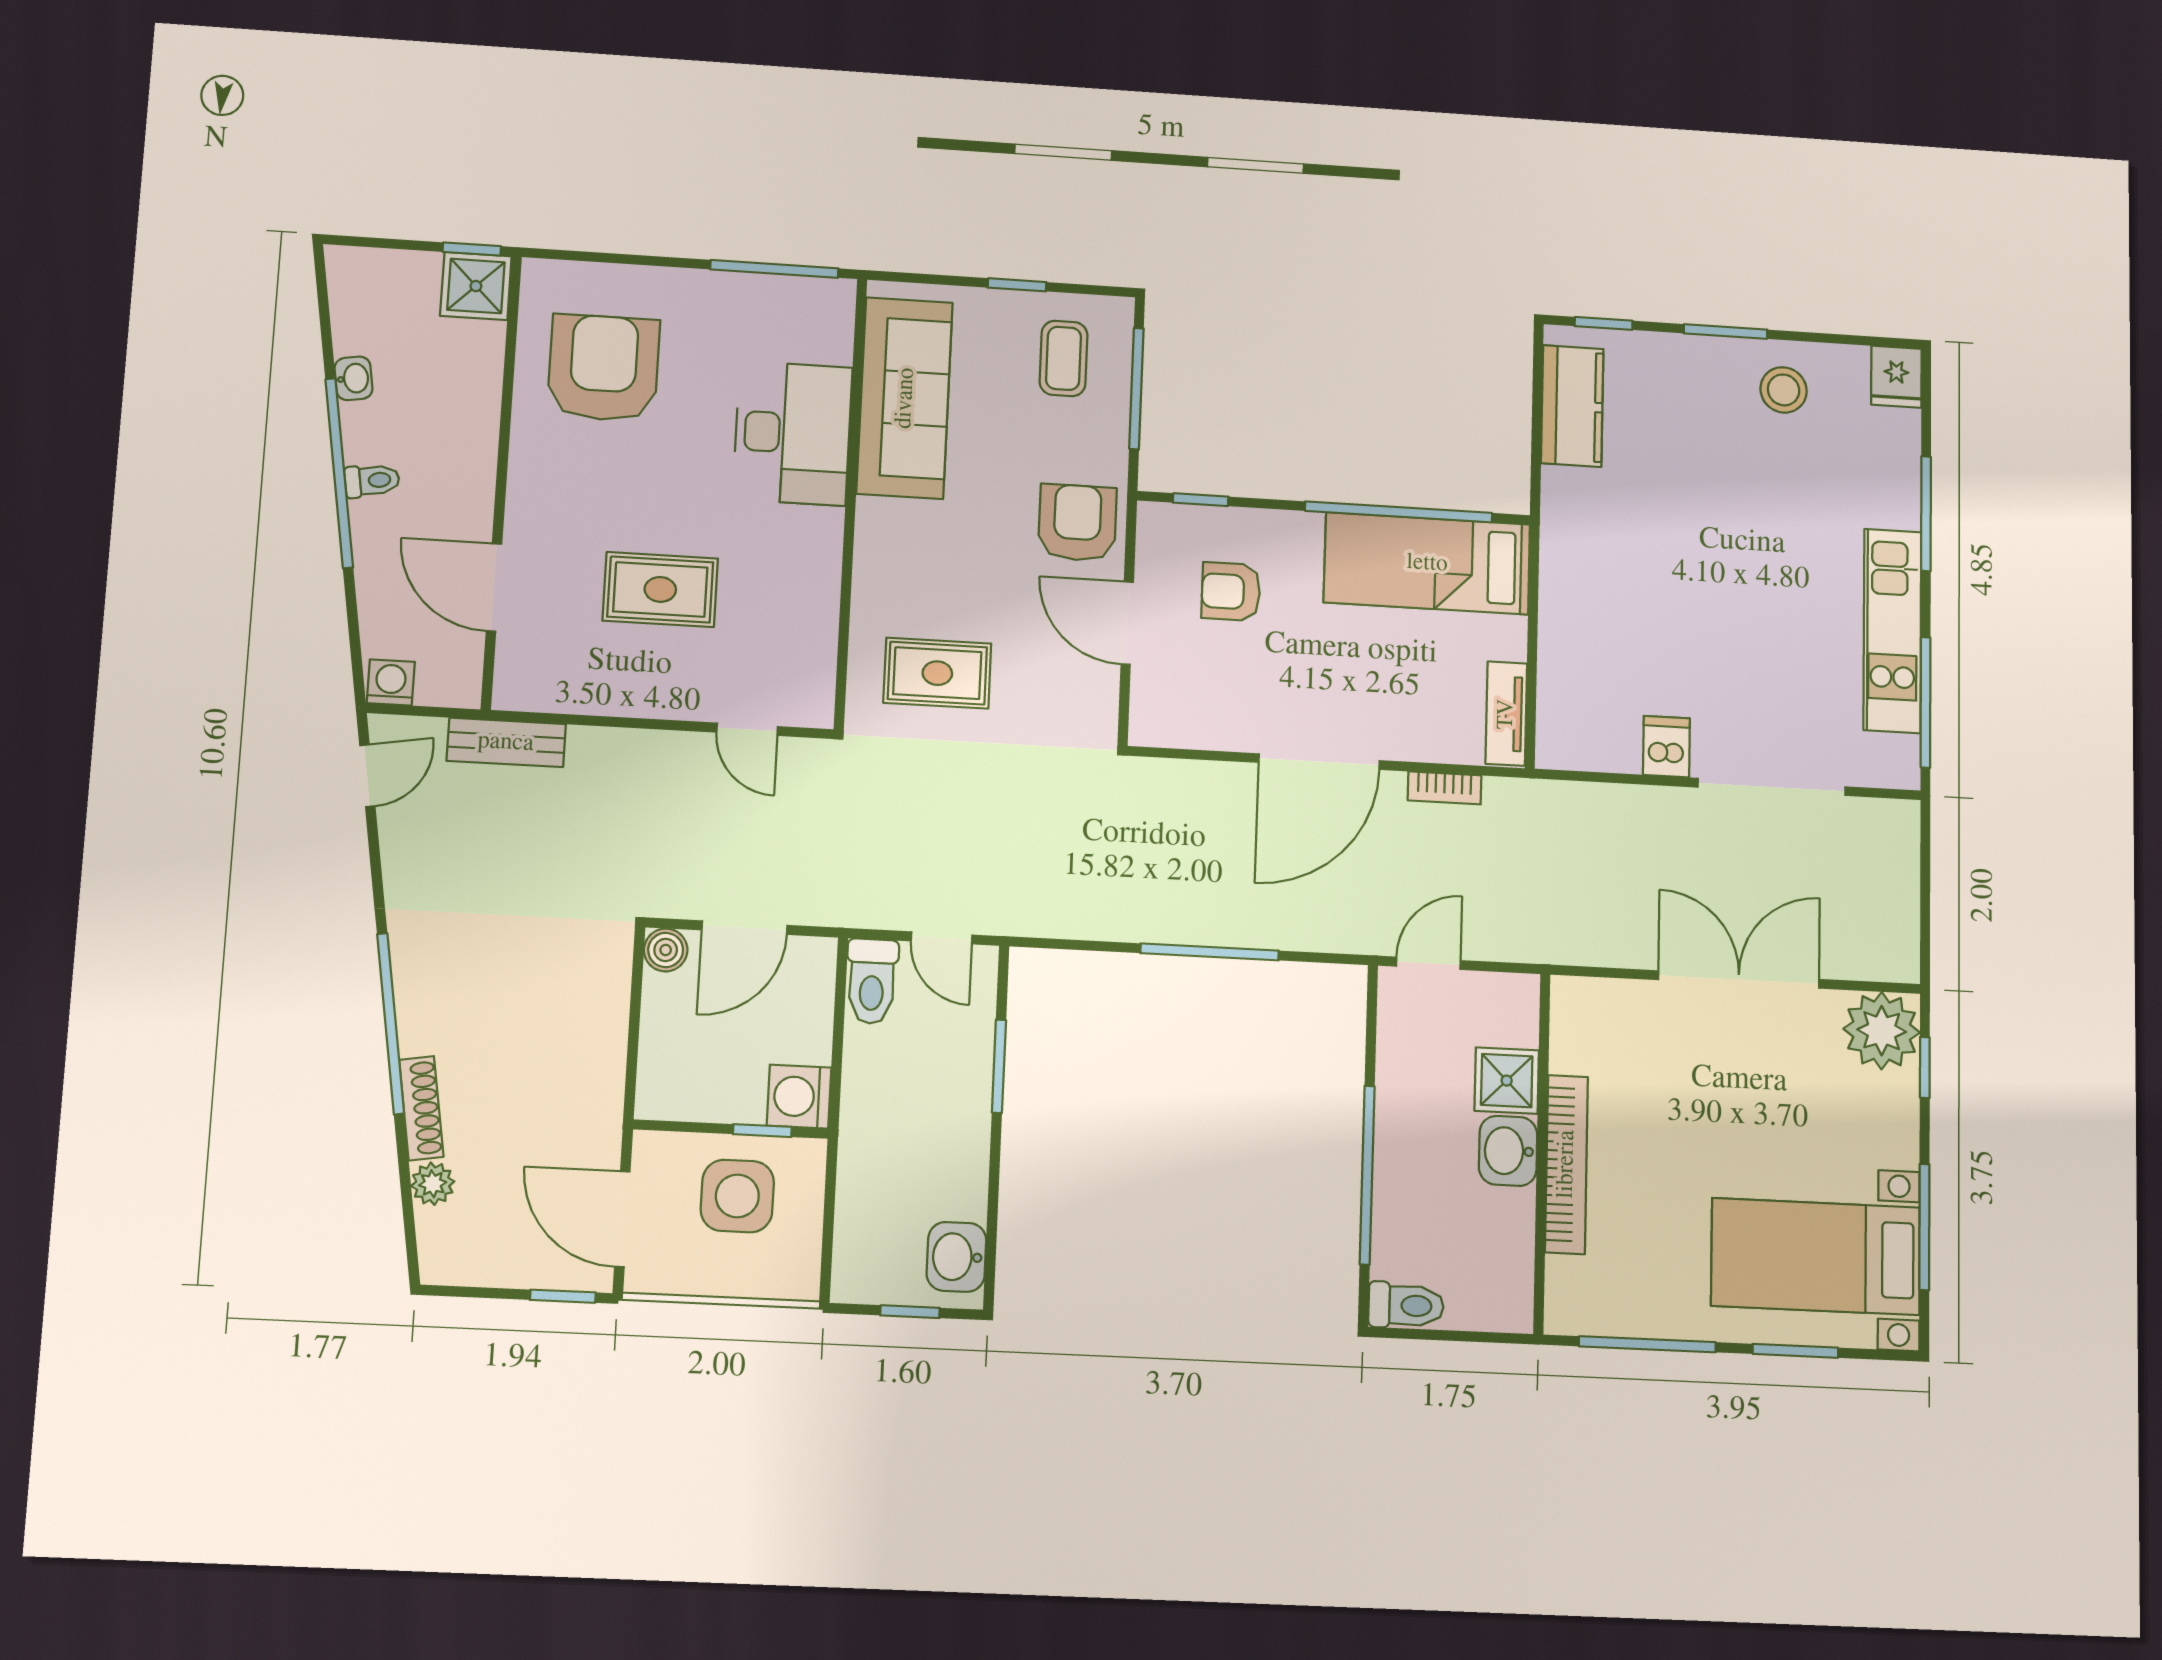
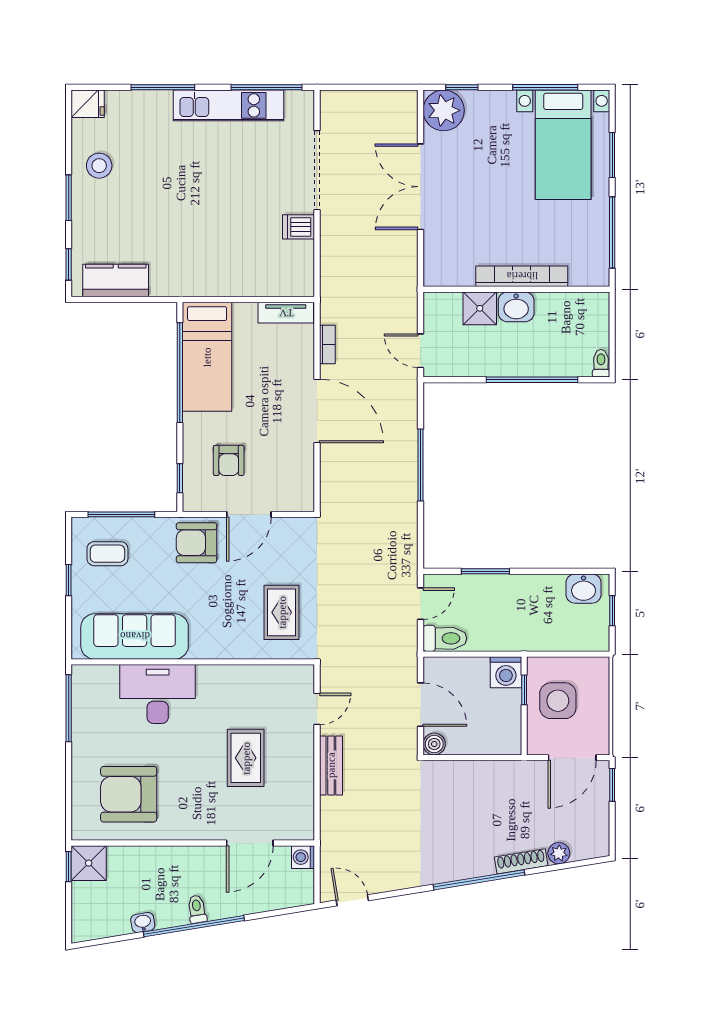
washing machine: (391, 682) -> (303, 857), moved
bench: (506, 742) -> (331, 765), moved
toilet: (1406, 1305) -> (601, 363), width x0.73, depth x0.72

